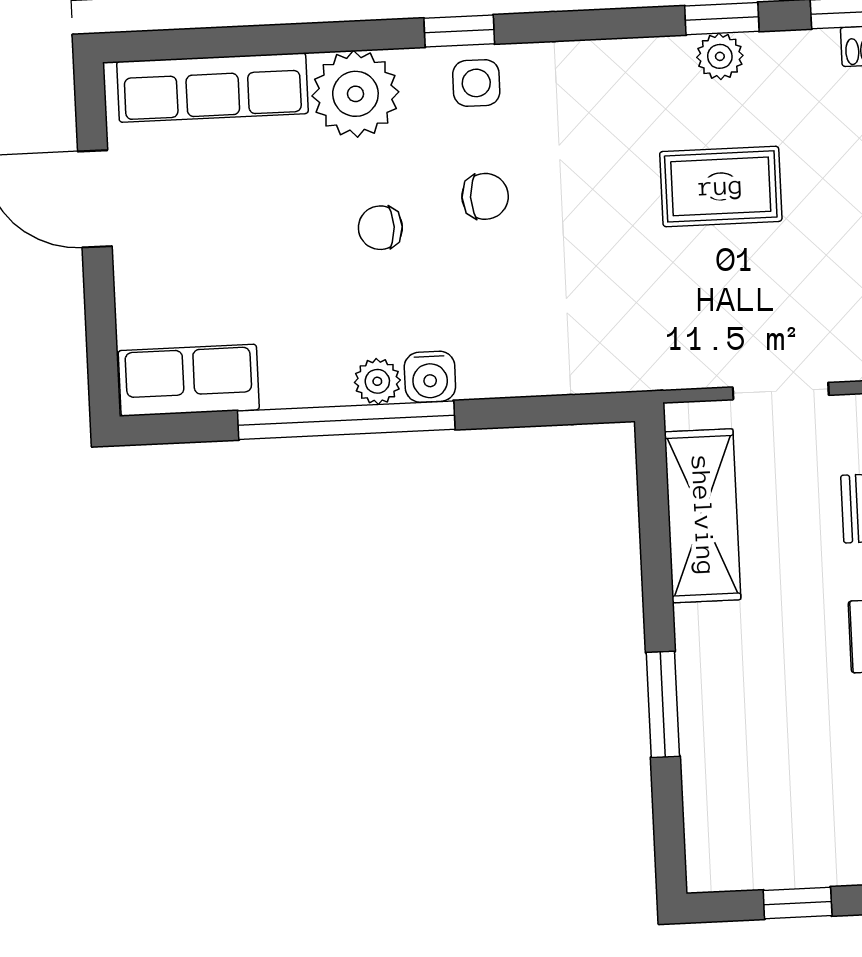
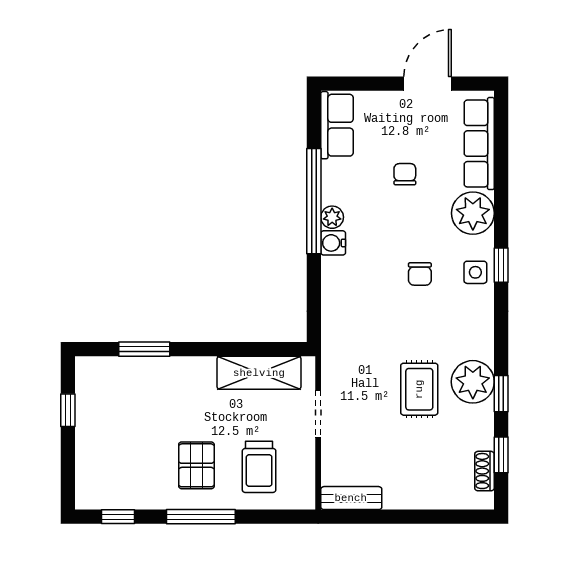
plant: (720, 56) -> (473, 382), width x1.87, depth x1.87
chair: (380, 228) -> (405, 174), moved
window: (663, 704) -> (144, 349), moved

